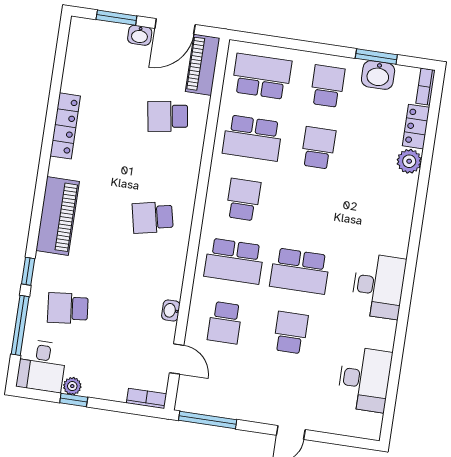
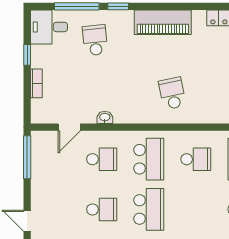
school desk: (234, 261) -> (149, 159), turned 180
school desk: (300, 271) -> (149, 209), turned 180
school desk: (225, 323) -> (102, 159), turned 180
plant: (72, 386) -> (37, 52), removed
bookcase: (147, 398) -> (36, 83), moved

